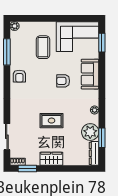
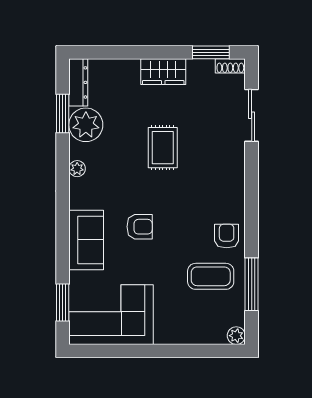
coffee table: (43, 47) -> (211, 276), moved, turned 90
rug: (52, 121) -> (163, 148), turned 90

